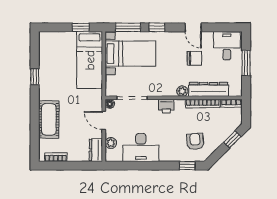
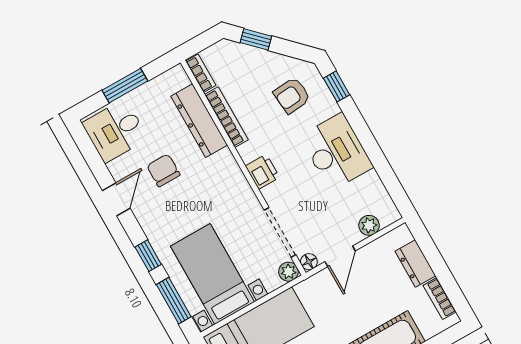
plant: (182, 91) -> (288, 272), moved
desk: (141, 147) -> (336, 152), moved
dresser: (96, 150) -> (415, 264), moved, turned 90

